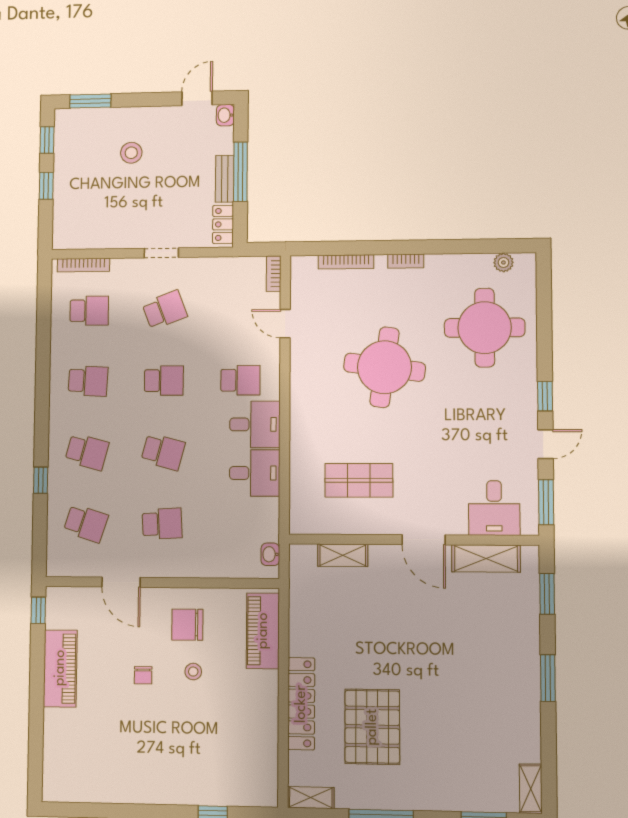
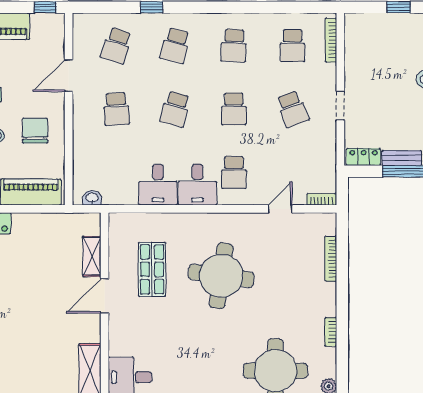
bookcase: (406, 261) -> (331, 332), moved
round table: (385, 367) -> (221, 276), moved
door: (424, 540) -> (105, 296), moved

